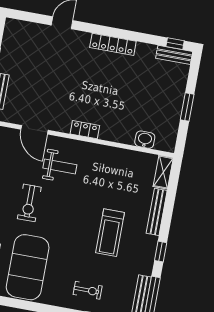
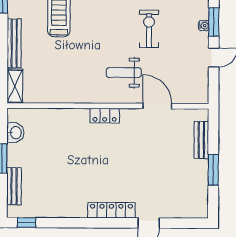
locker: (113, 44) -> (111, 210), moved
bench: (174, 55) -> (14, 186), moved, turned 90
washbasin: (145, 140) -> (15, 133), moved, turned -90

